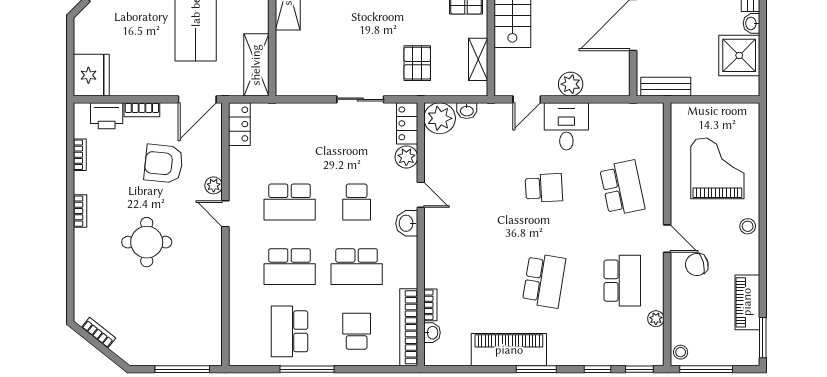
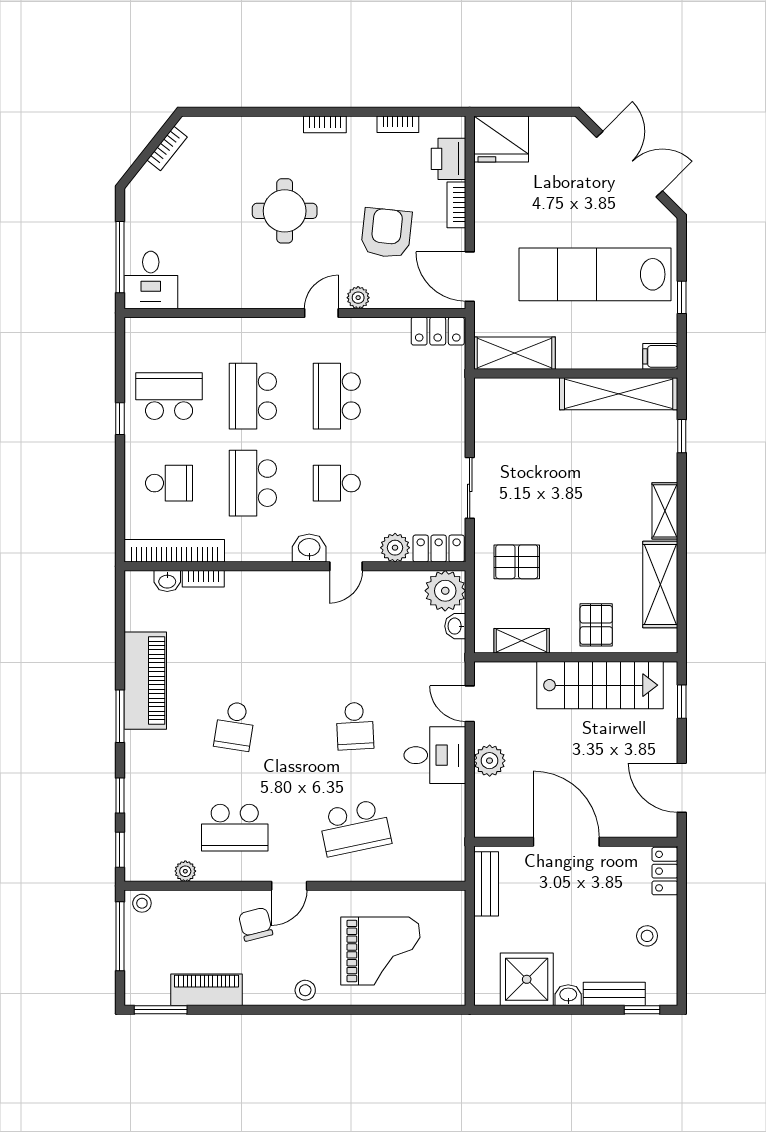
school desk: (544, 281) -> (235, 726), width x0.54
desk: (200, 345) -> (151, 280), added
window: (307, 369) -> (120, 419), width x0.46

